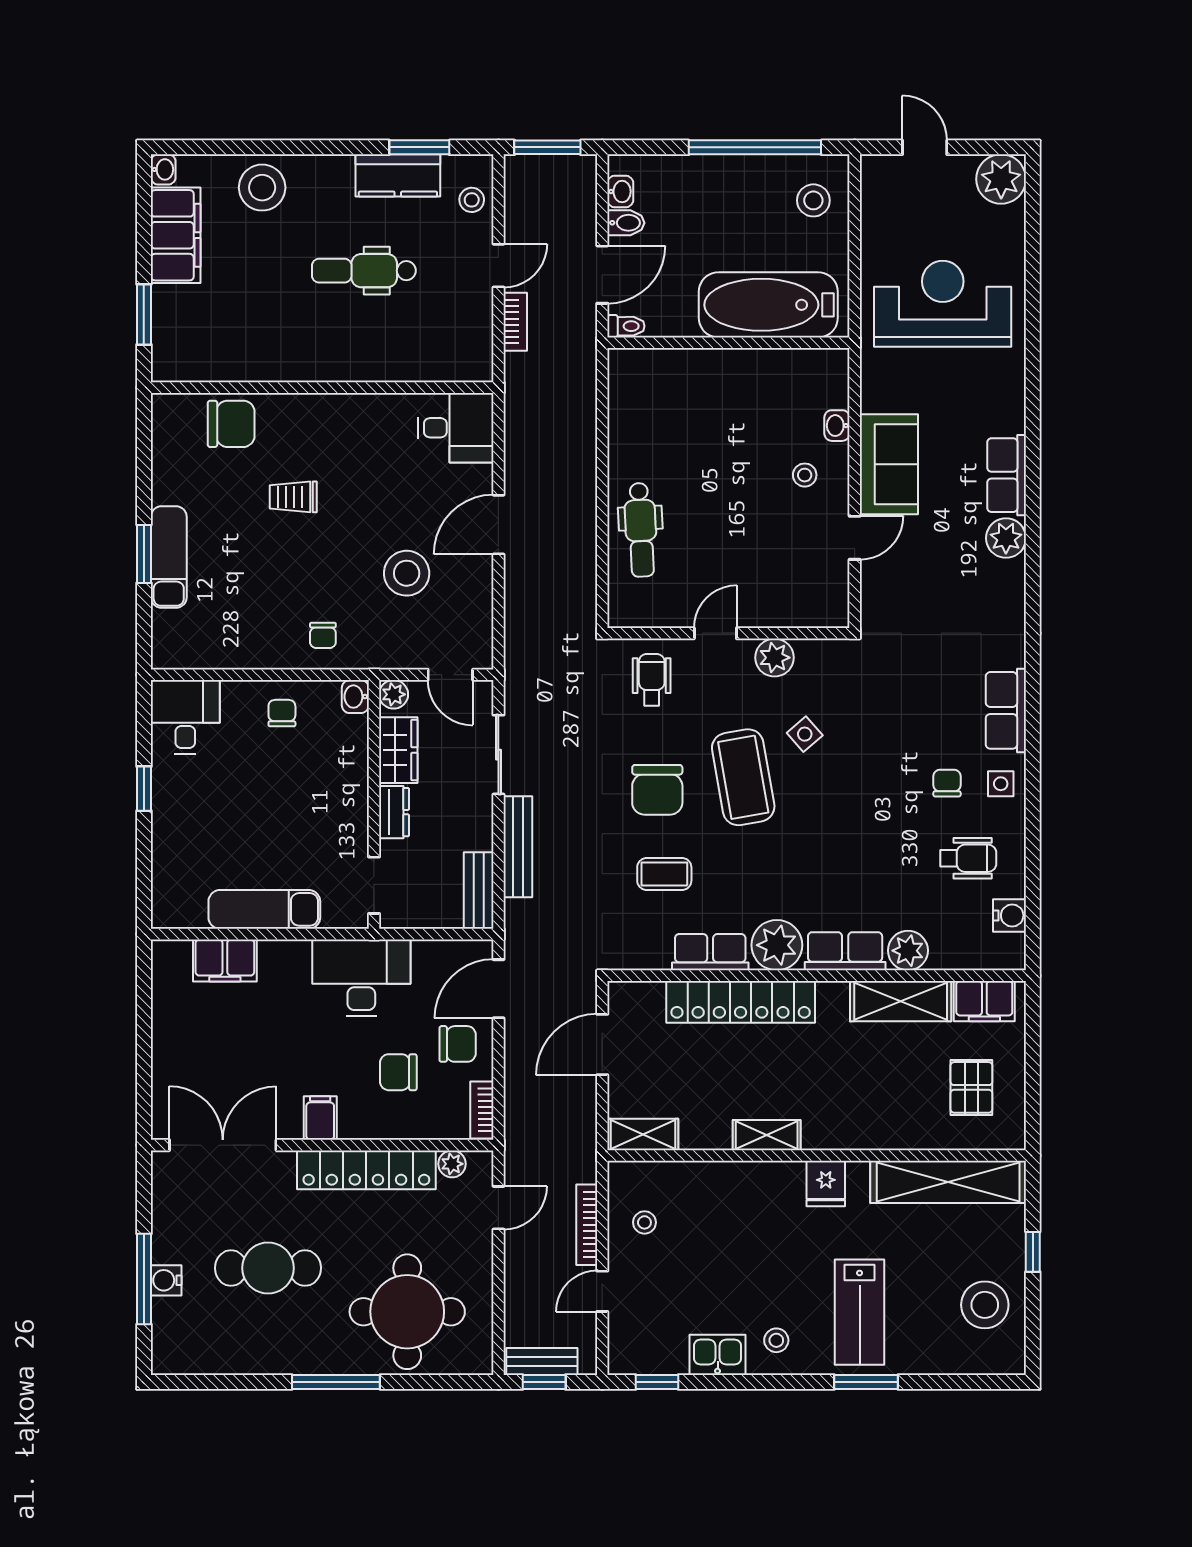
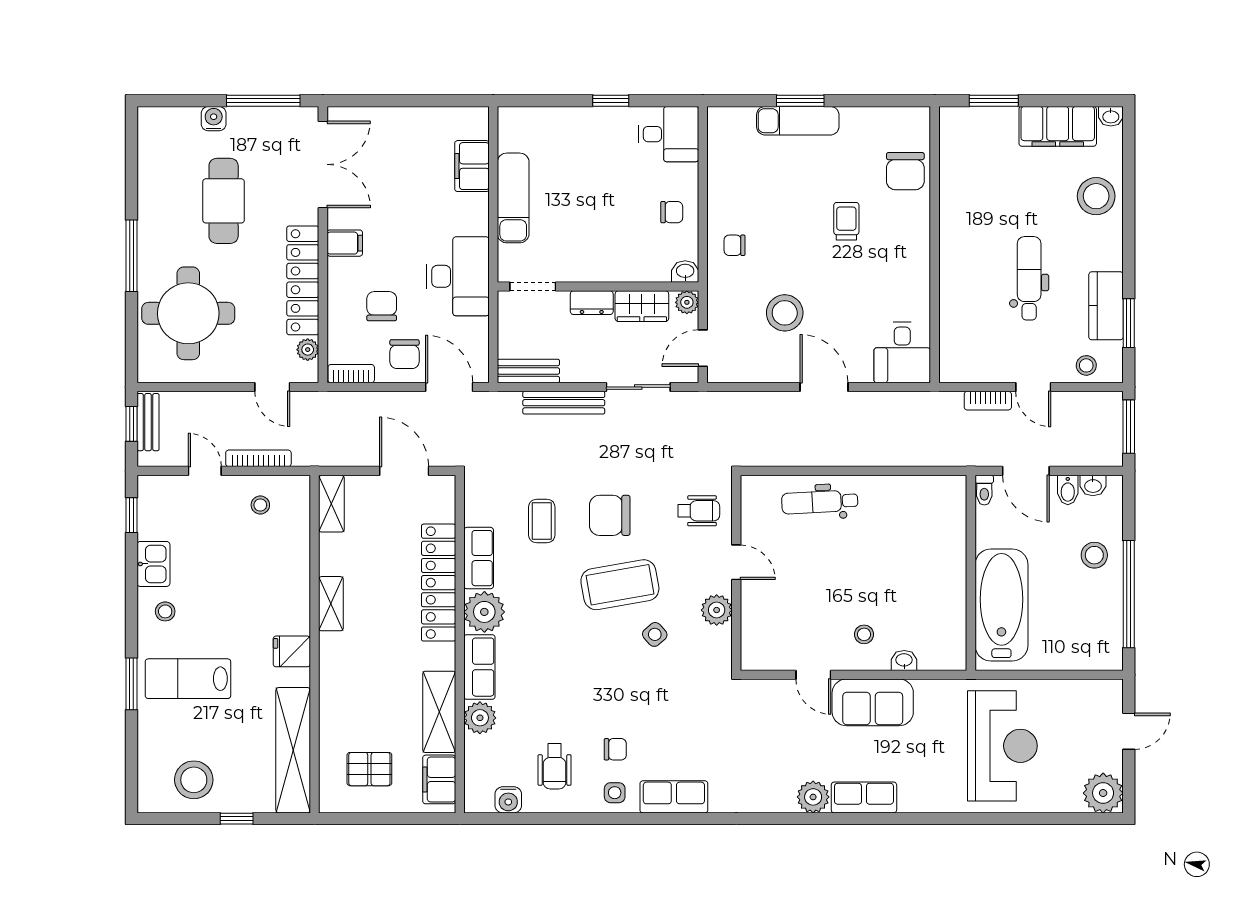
stool: (813, 200) -> (1094, 555), moved
window: (144, 1279) -> (263, 101), moved

